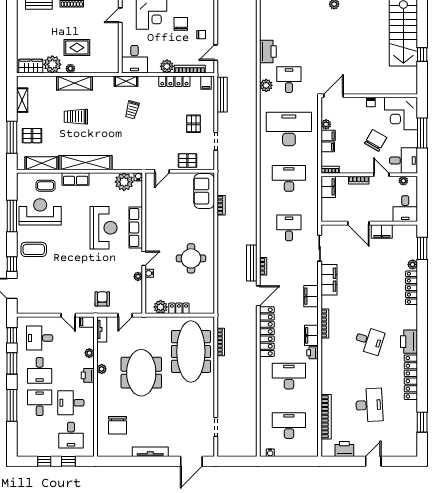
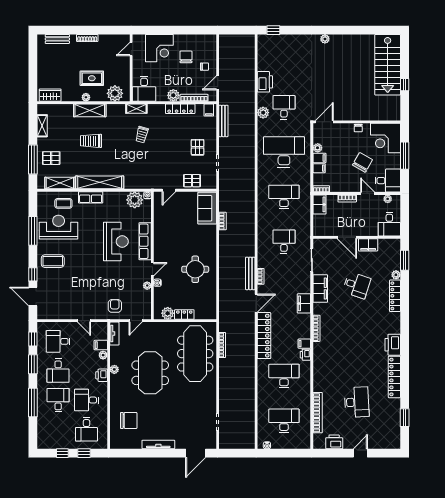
plant: (52, 64) -> (115, 93), moved
filing cabinet: (87, 322) -> (101, 345), moved
filing cabinet: (311, 335) -> (304, 344), width x0.50
desk: (369, 341) -> (357, 285), moved
chair: (118, 425) -> (129, 420), turned -90

